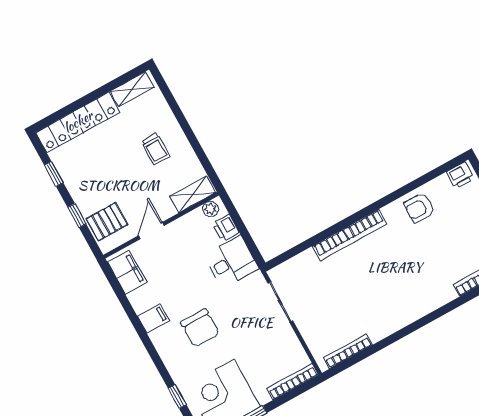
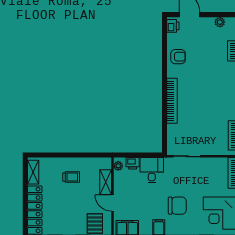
shelving: (193, 195) -> (106, 182), moved
armchair: (419, 208) -> (178, 57), turned -90

